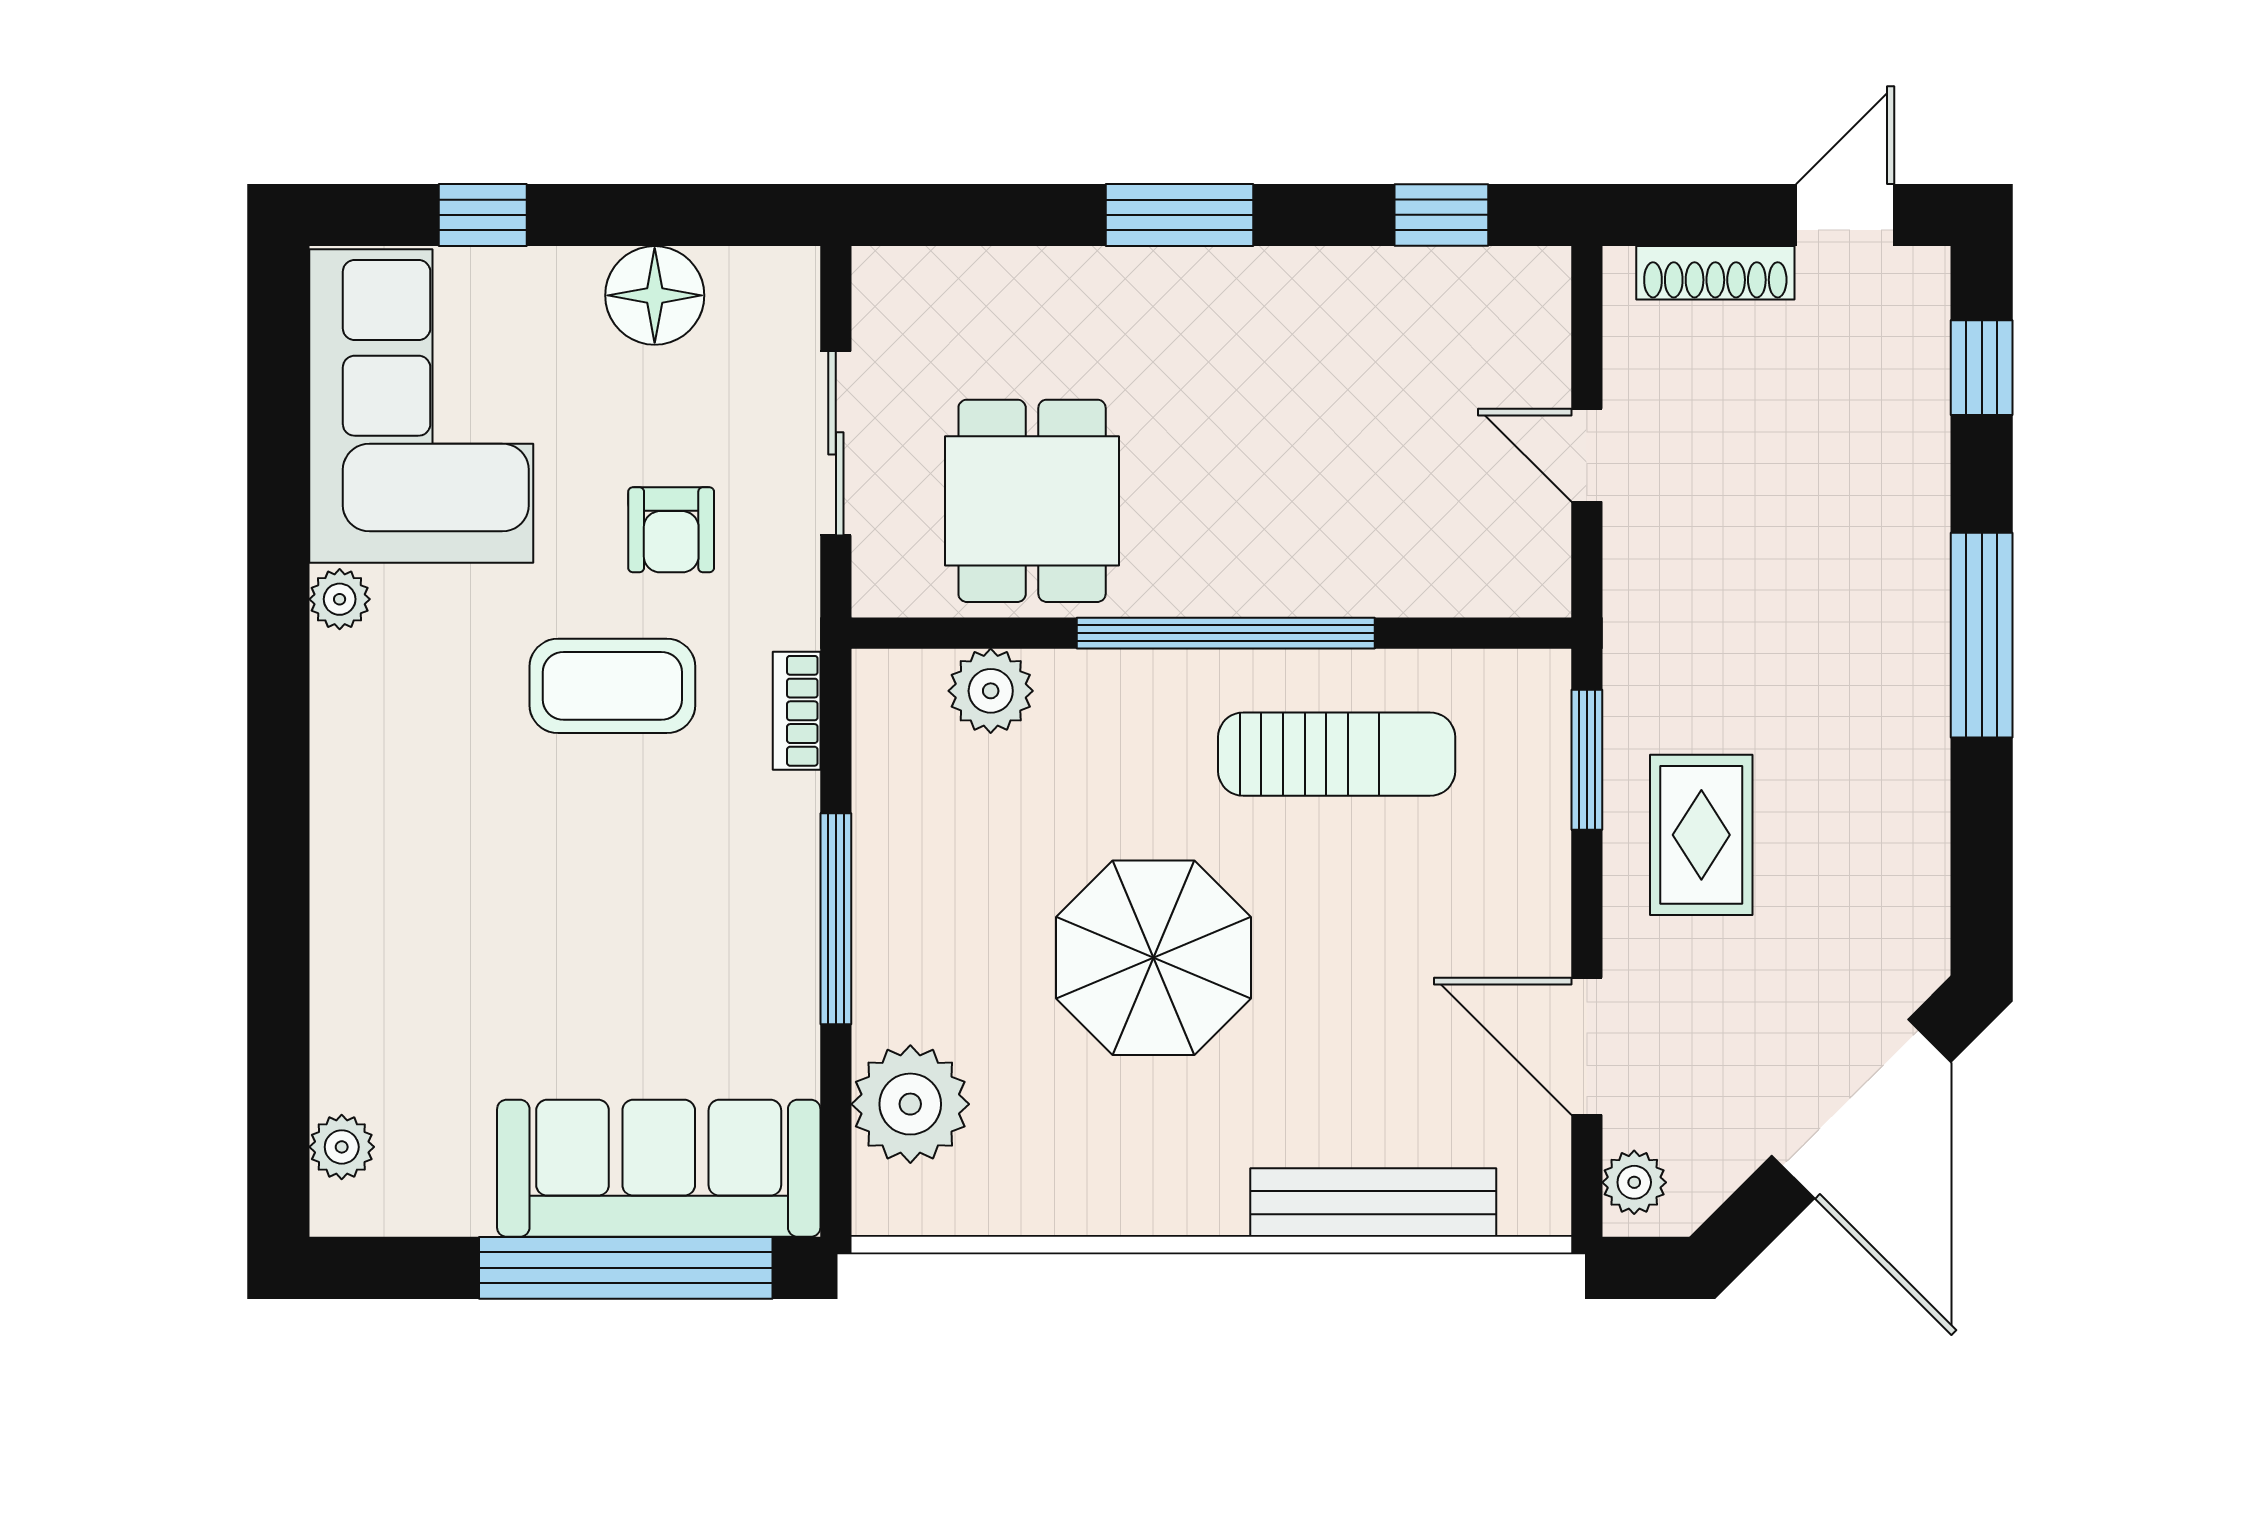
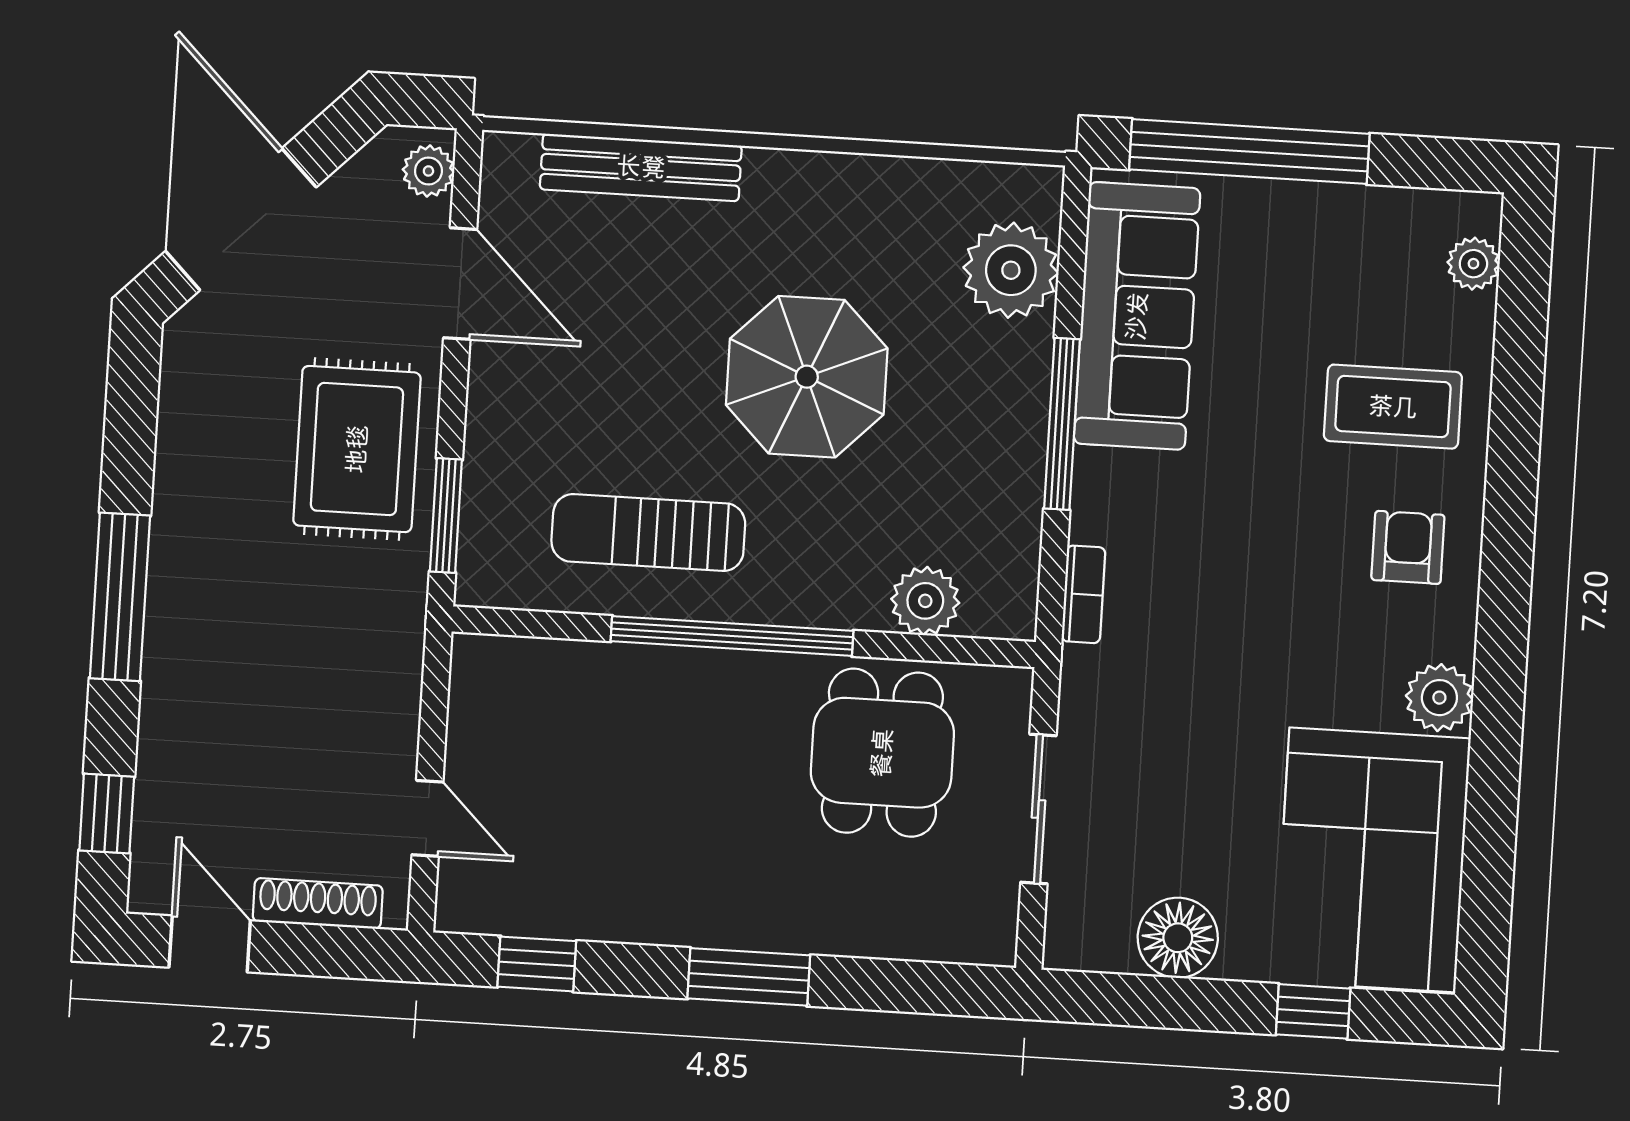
door: (1845, 215) -> (210, 944), swing flipped
door: (1587, 455) -> (427, 818), moved
armchair: (671, 530) -> (1408, 547), moved
plant: (340, 599) -> (1439, 698), width x1.38, depth x1.38
coffee table: (612, 686) -> (1393, 407), moved
rug: (1701, 835) -> (357, 449), width x1.36, depth x1.43
sofa: (659, 1168) -> (1137, 316), moved, turned -90

